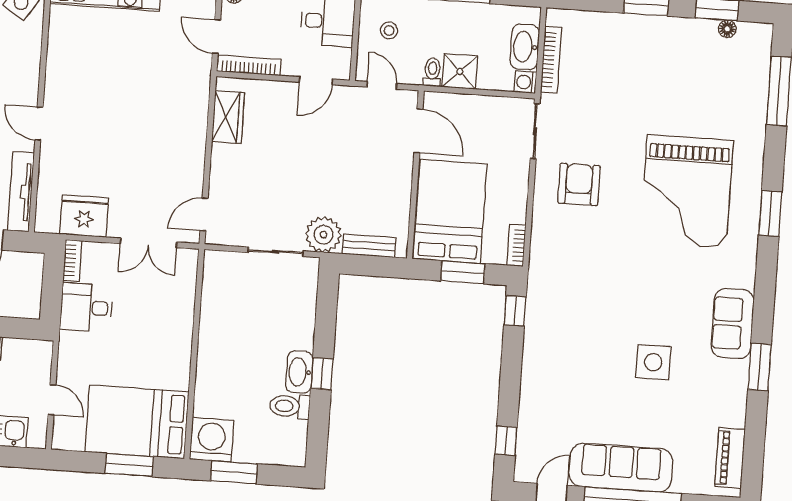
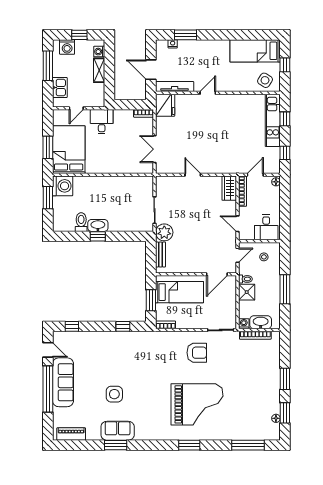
wardrobe: (228, 117) -> (229, 188), moved, turned 90
grand piano: (687, 192) -> (197, 404), turned 180
bed: (450, 211) -> (180, 292), width x0.67
door: (204, 214) -> (193, 175), moved
fridge: (84, 216) -> (165, 105), moved
desk: (86, 308) -> (102, 122), moved
window: (515, 311) -> (123, 326), moved
sofa: (733, 323) -> (118, 431), moved

